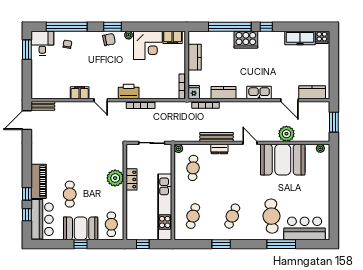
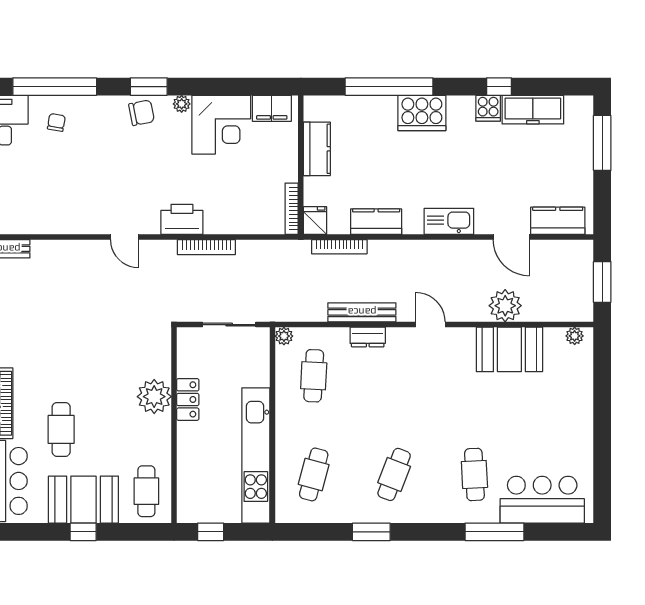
window: (266, 27) -> (499, 87), moved
cooker: (322, 37) -> (488, 108), moved
window: (334, 54) -> (602, 143), added
filing cabinet: (80, 93) -> (81, 222), removed
booth: (283, 160) -> (509, 349), width x0.73, depth x0.70
cafe table: (271, 216) -> (474, 474), width x0.73, depth x0.74

